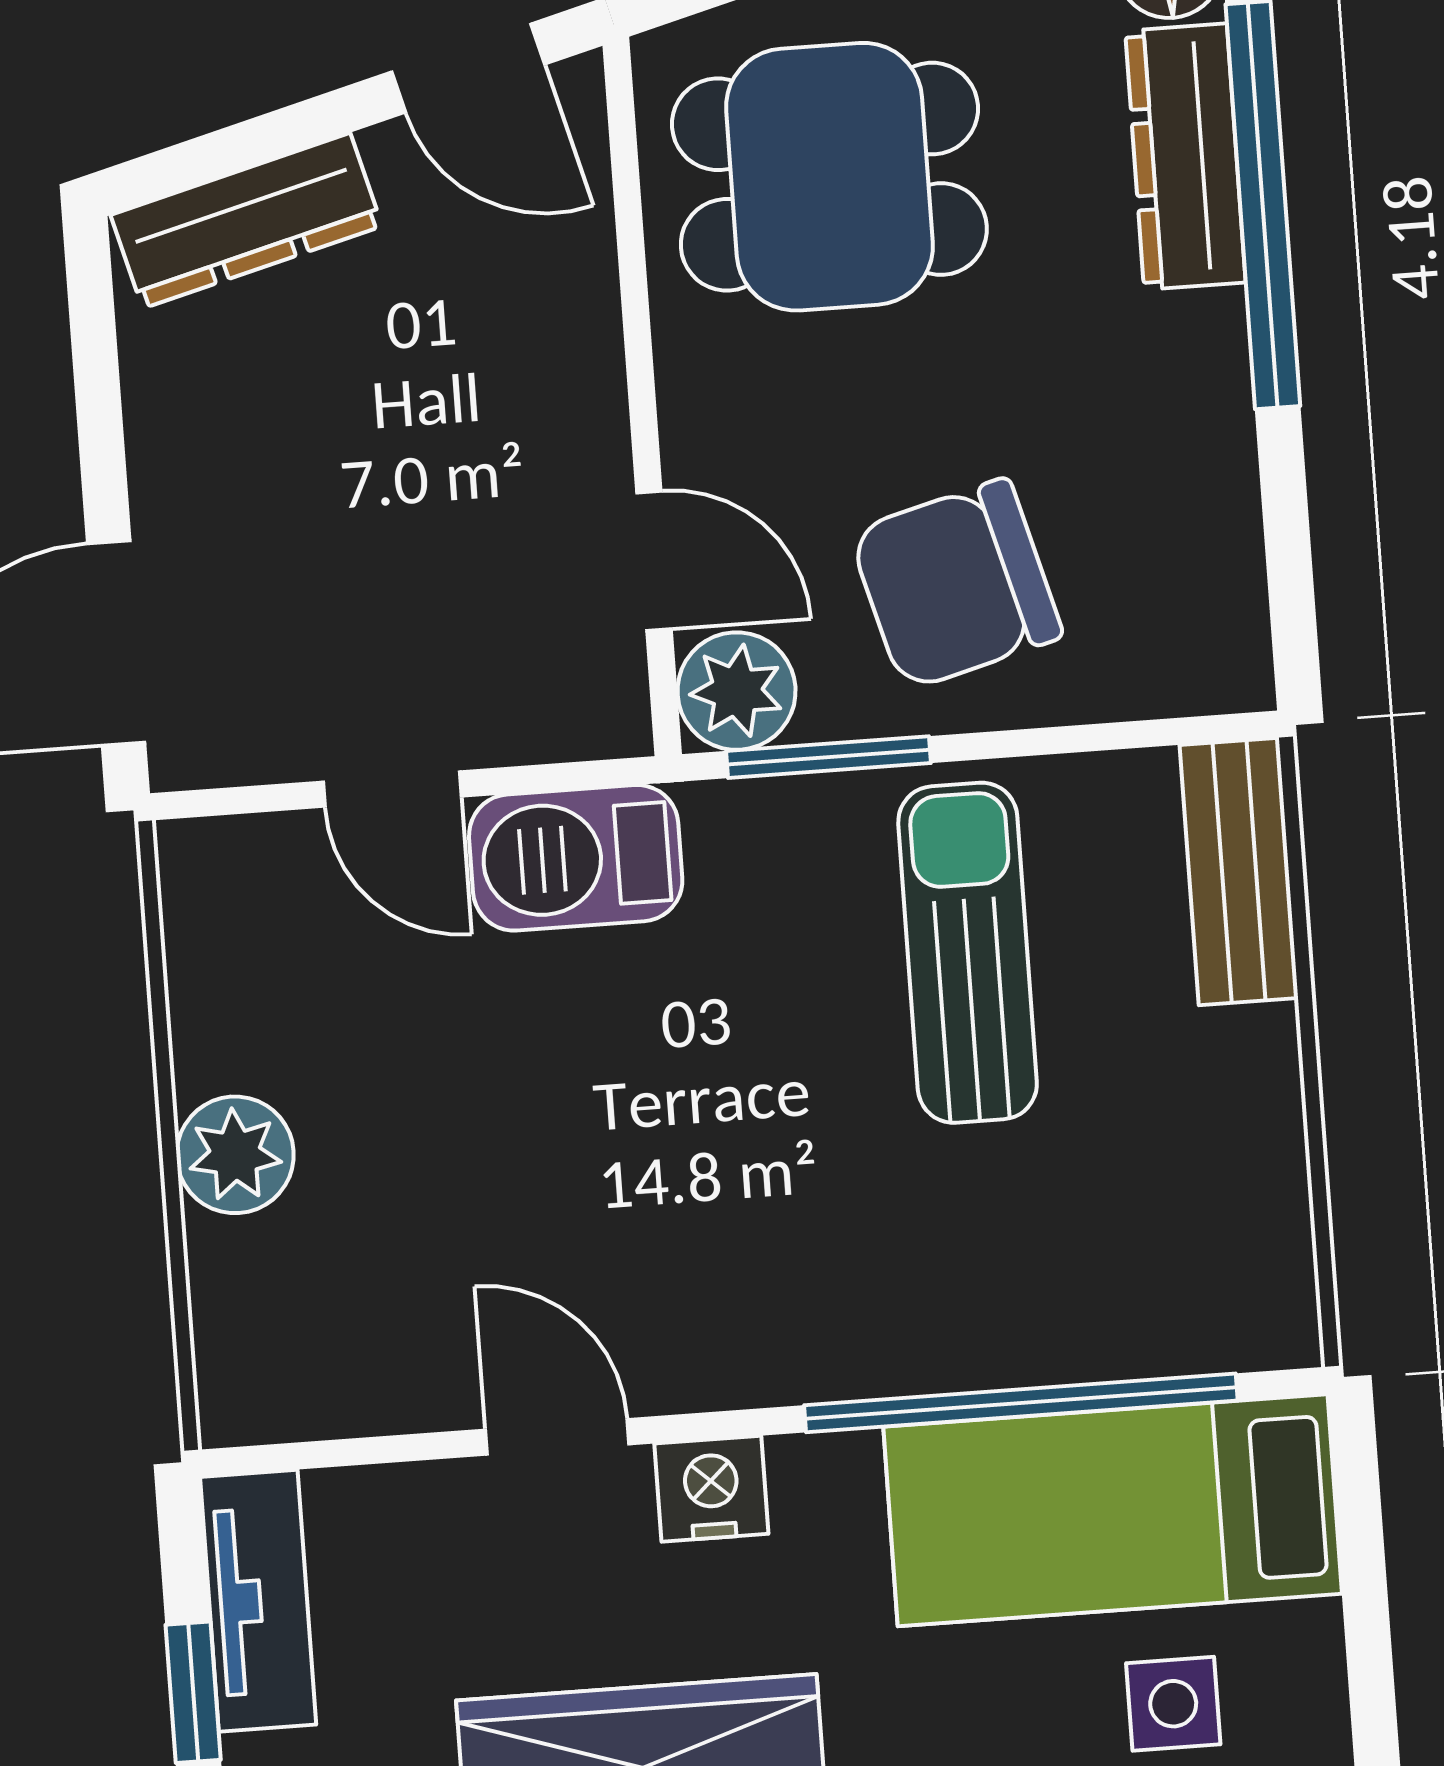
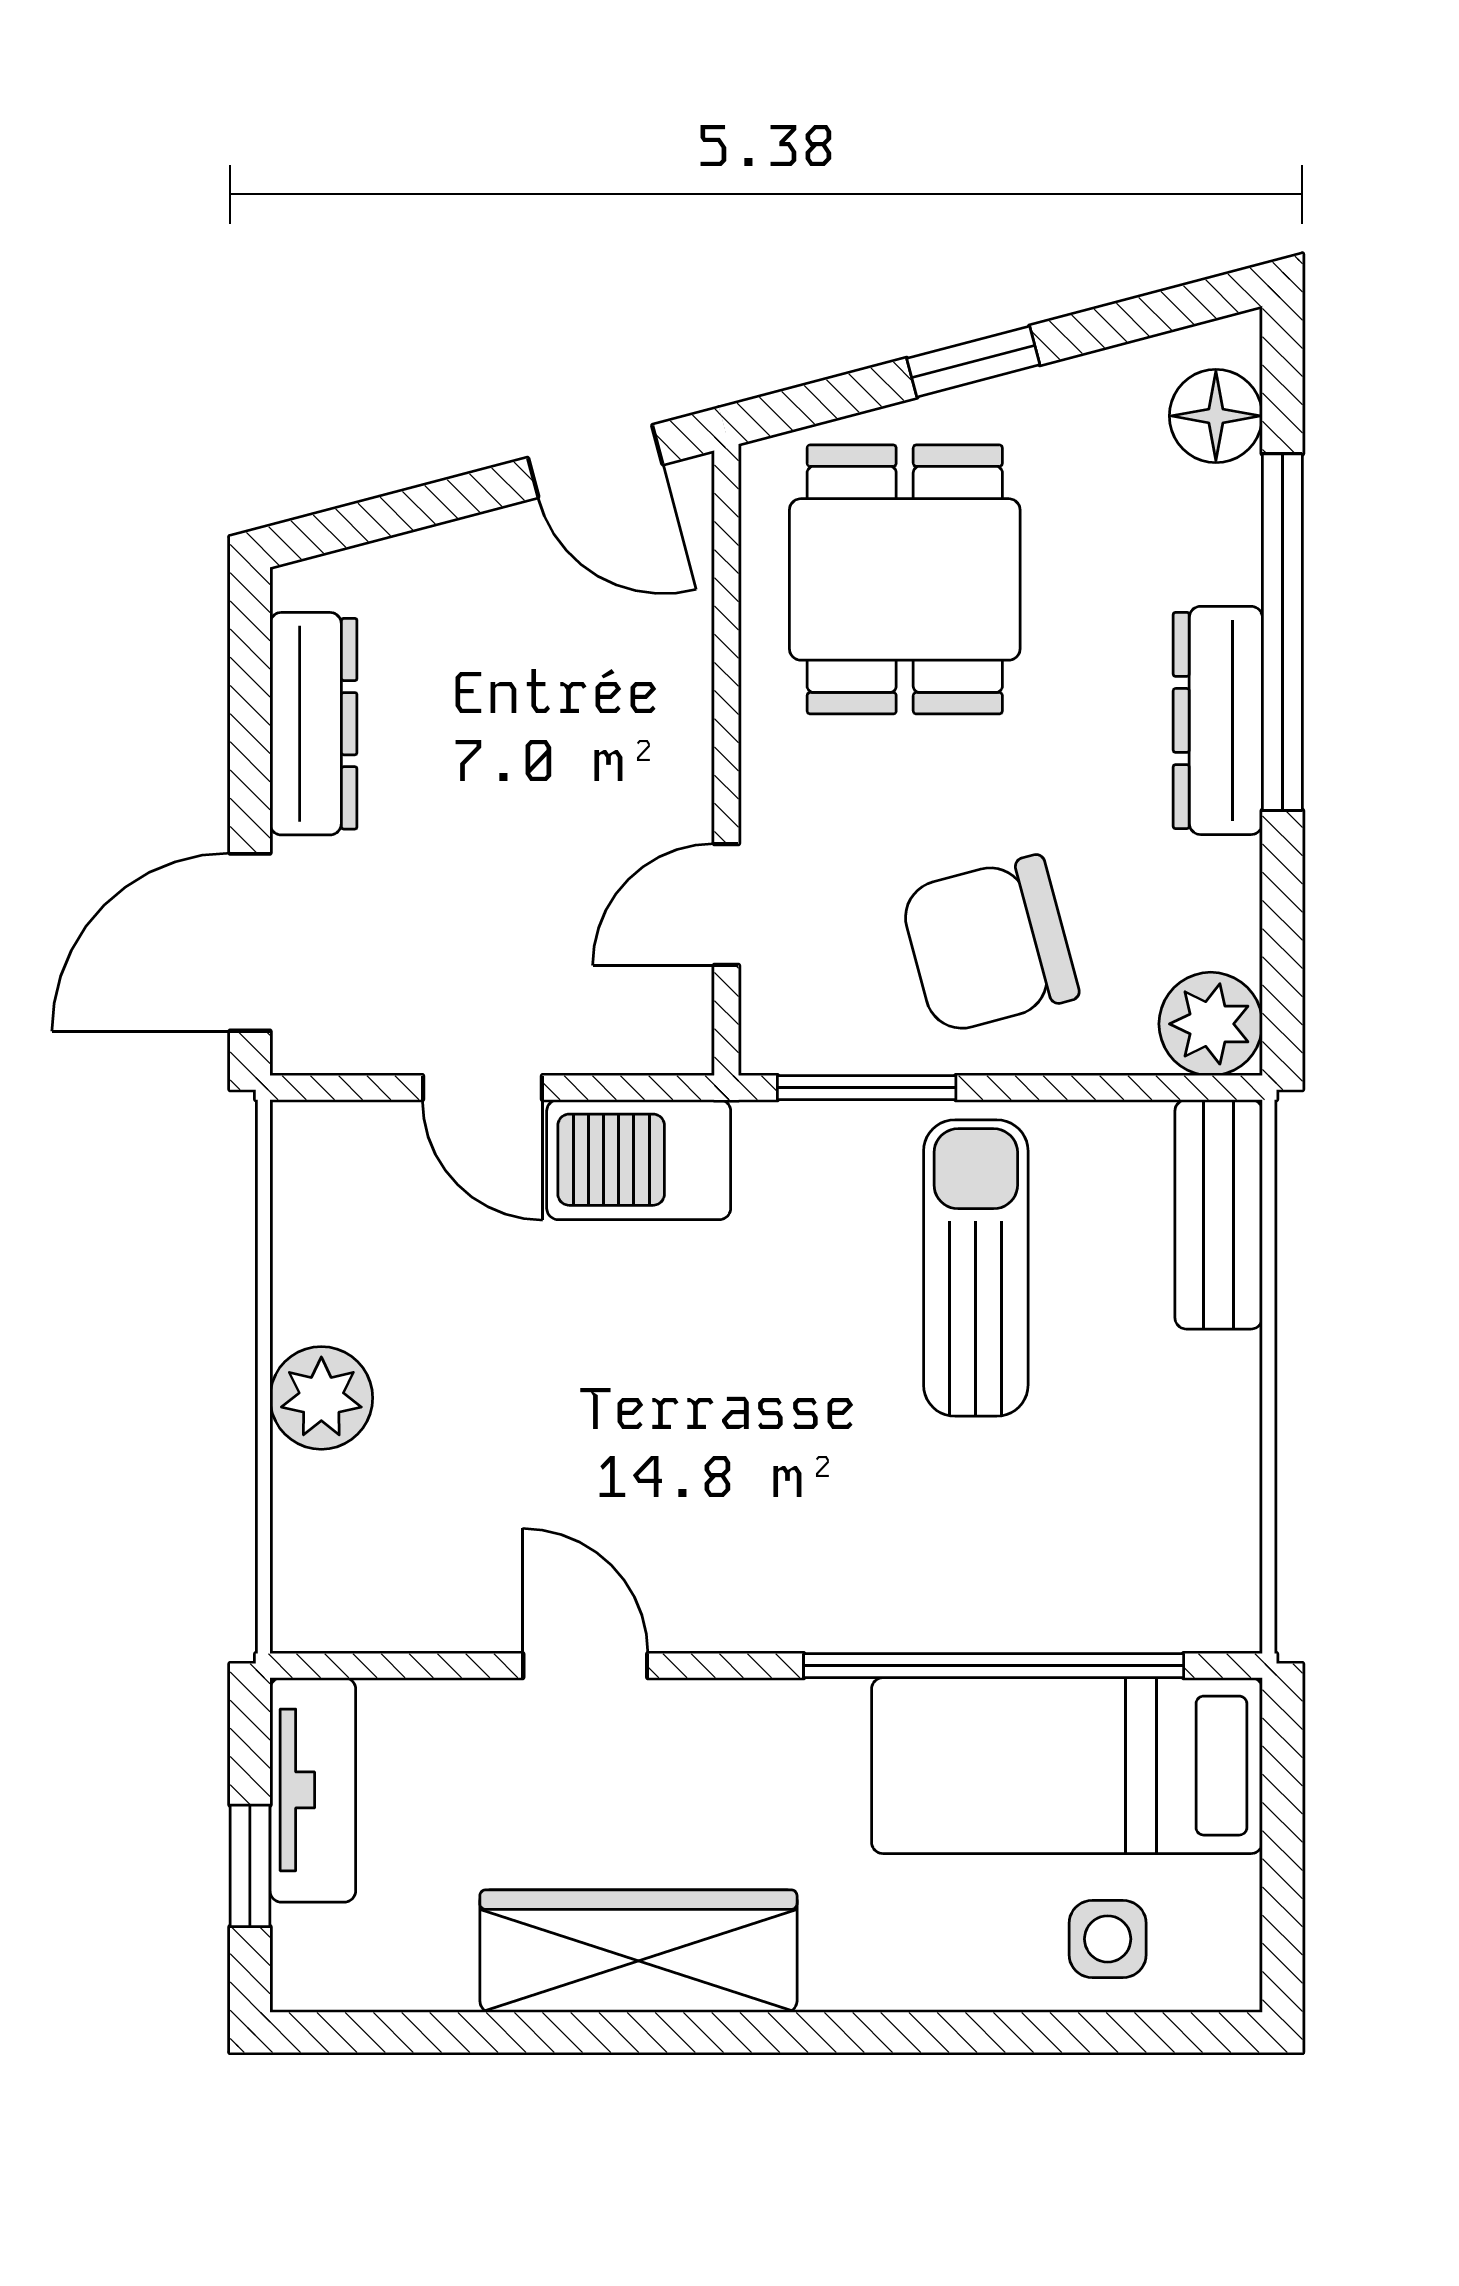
dresser: (1185, 157) -> (1218, 720), moved
dining table: (829, 177) -> (905, 579), turned 90
dresser: (246, 221) -> (313, 724), moved, turned -75
door: (654, 561) -> (726, 905), swing flipped
plant: (737, 691) -> (1211, 1024), moved
nightstand: (711, 1489) -> (717, 1721), removed

